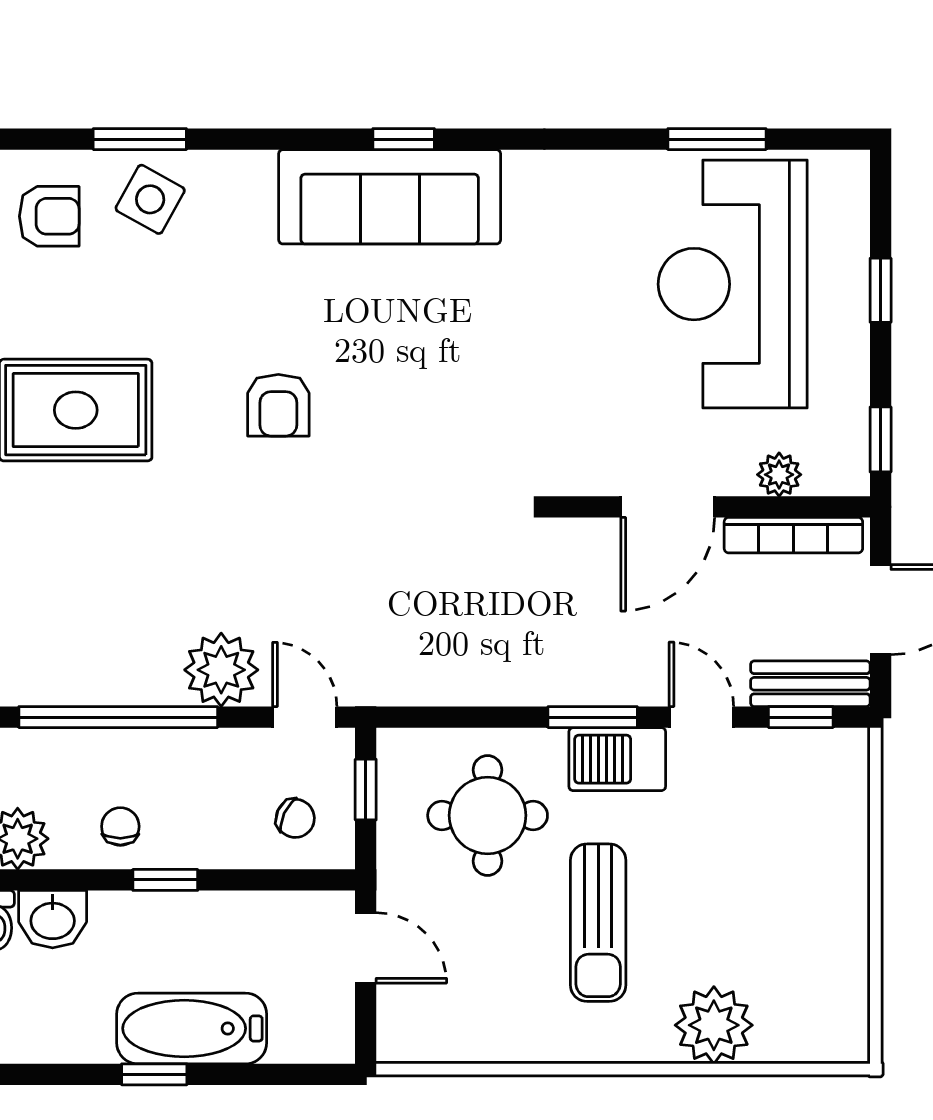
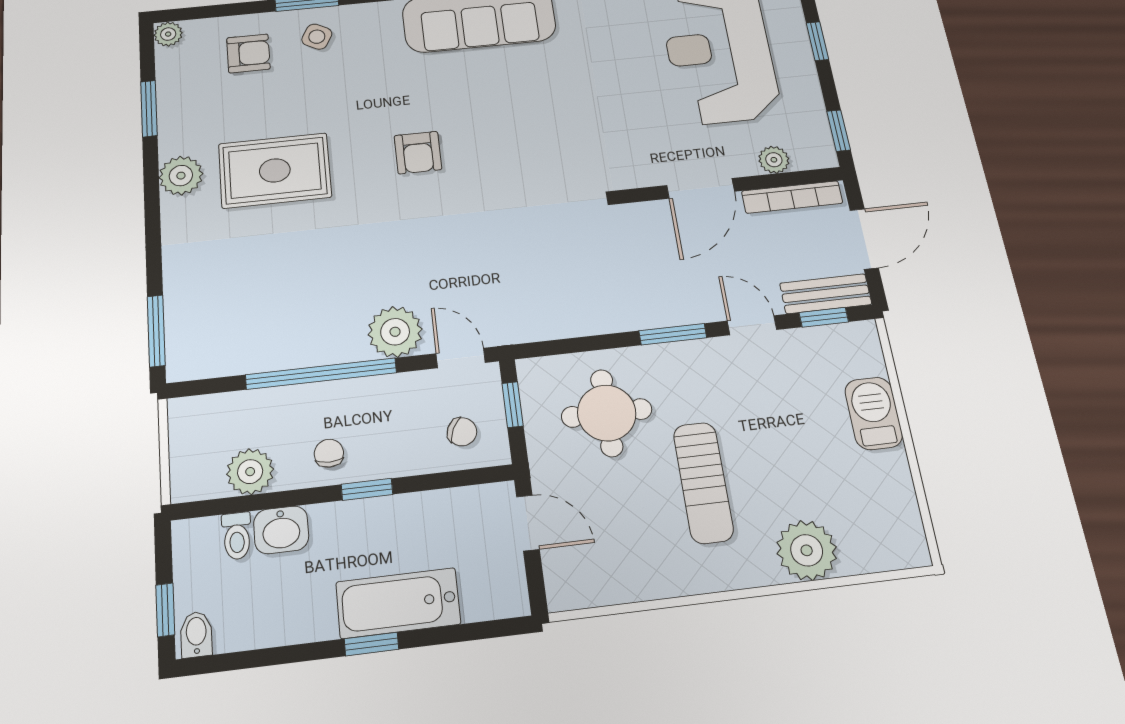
side table: (150, 199) -> (317, 37), width x0.73, depth x0.73
barbecue: (617, 759) -> (874, 413), moved, turned 90

